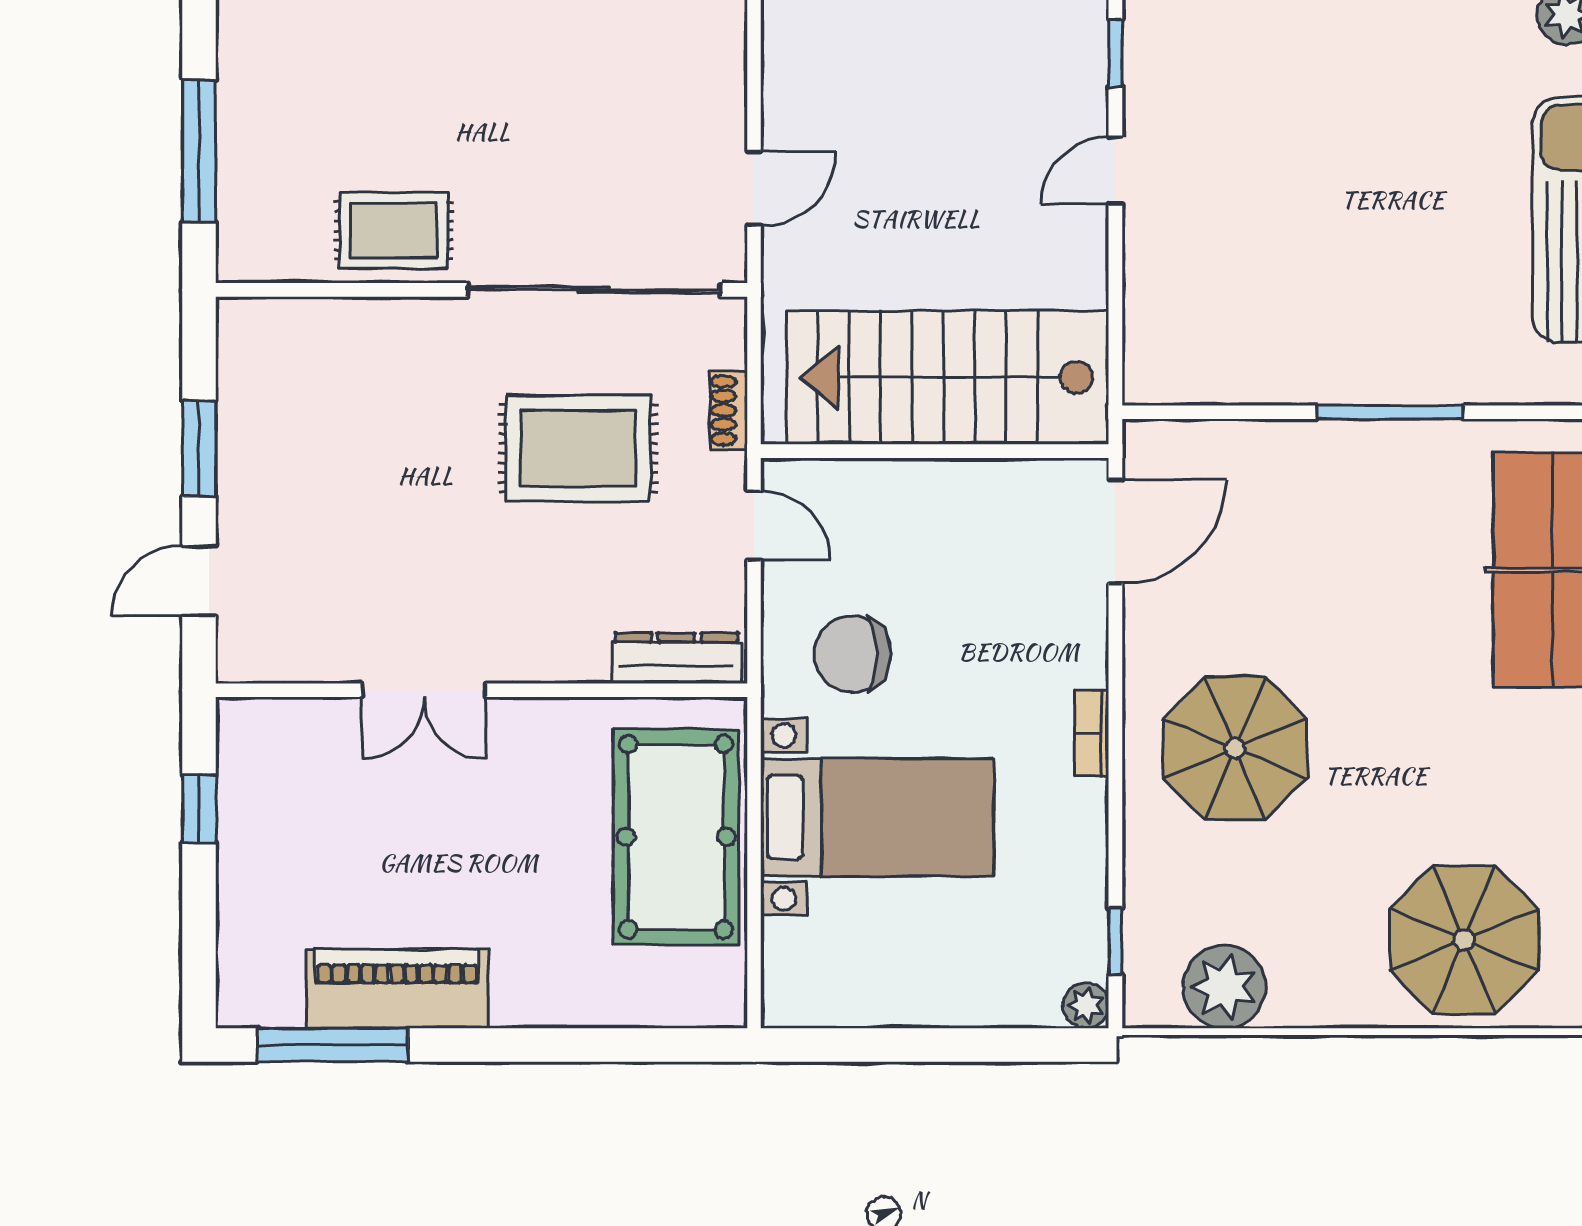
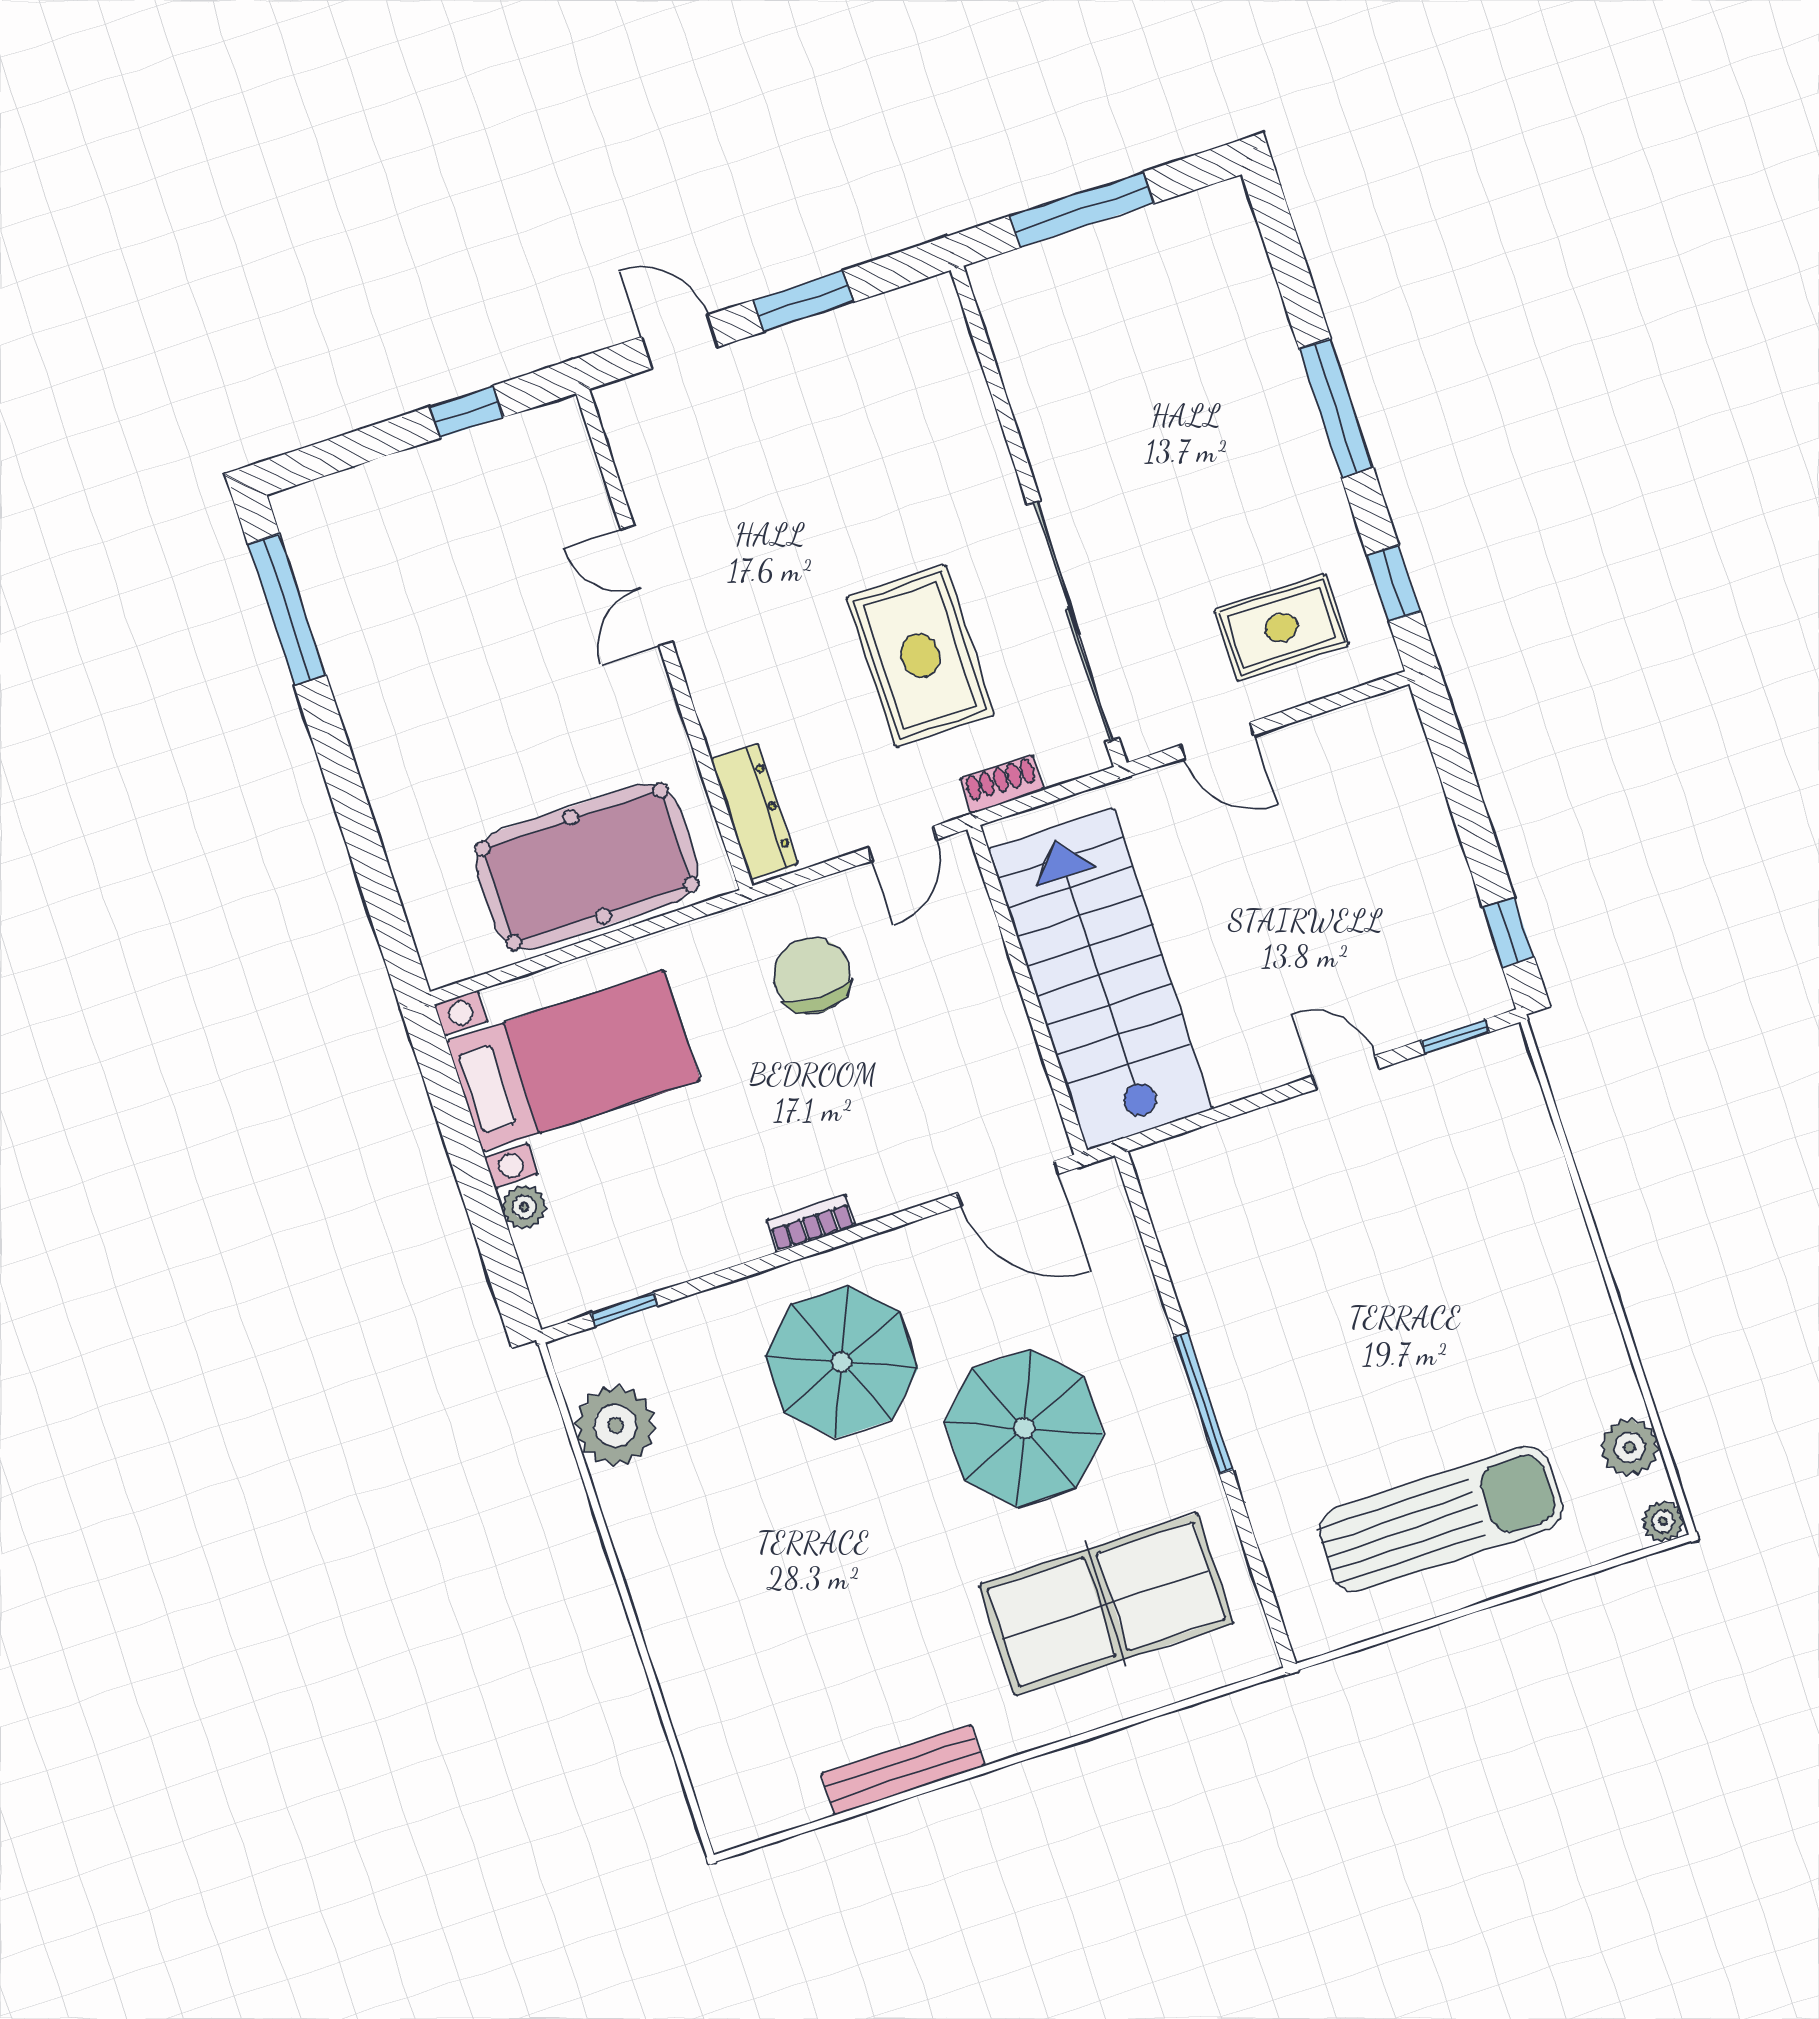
rug: (394, 231) -> (1281, 628), moved, turned 90
bed with nightstands: (877, 817) -> (573, 1061), moved, turned -90
parasol: (1464, 940) -> (1024, 1428), moved
piano: (397, 989) -> (359, 652), removed
plant: (1086, 1006) -> (524, 1207), moved

